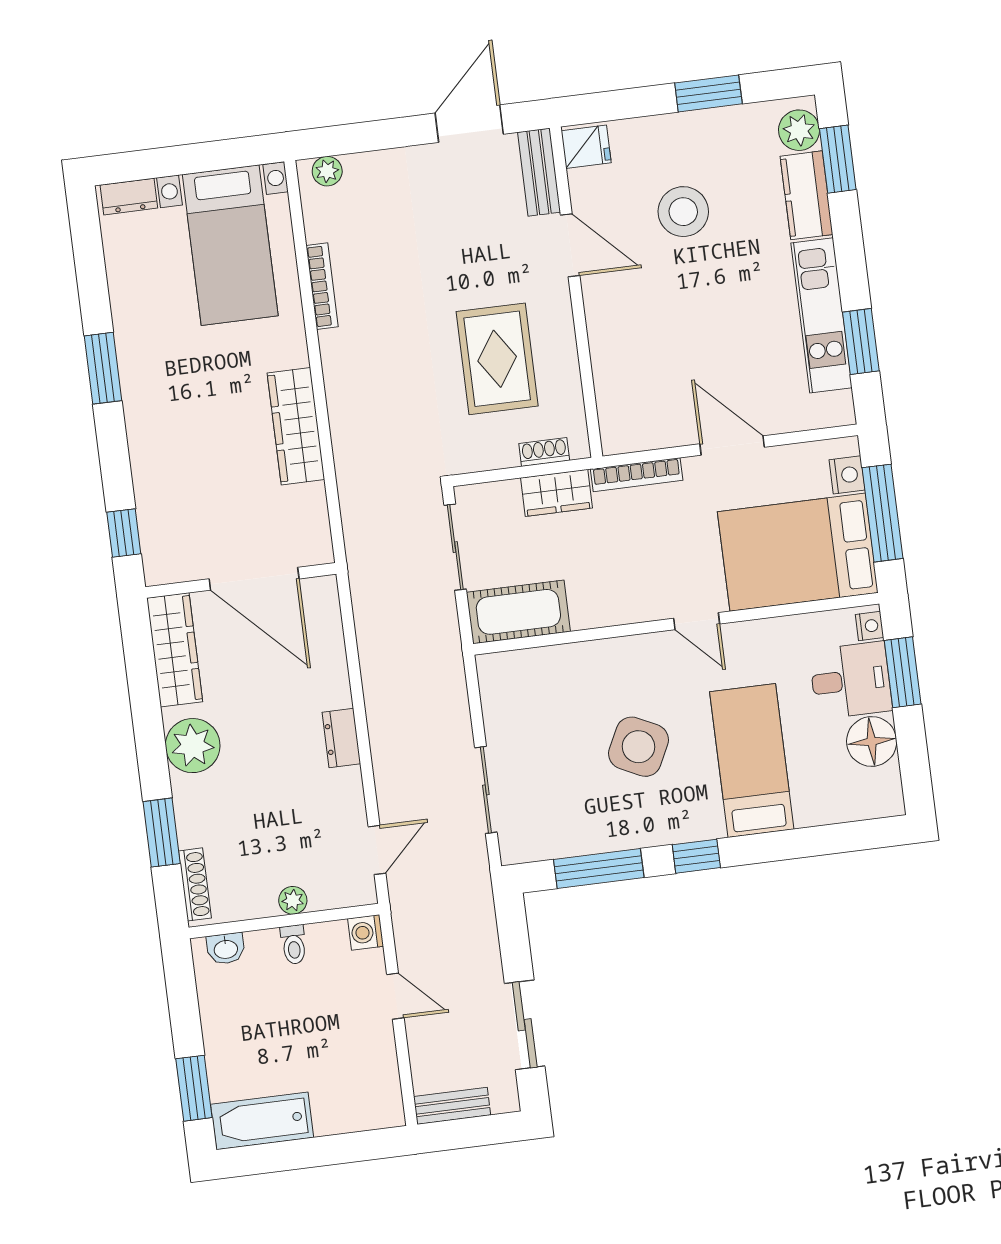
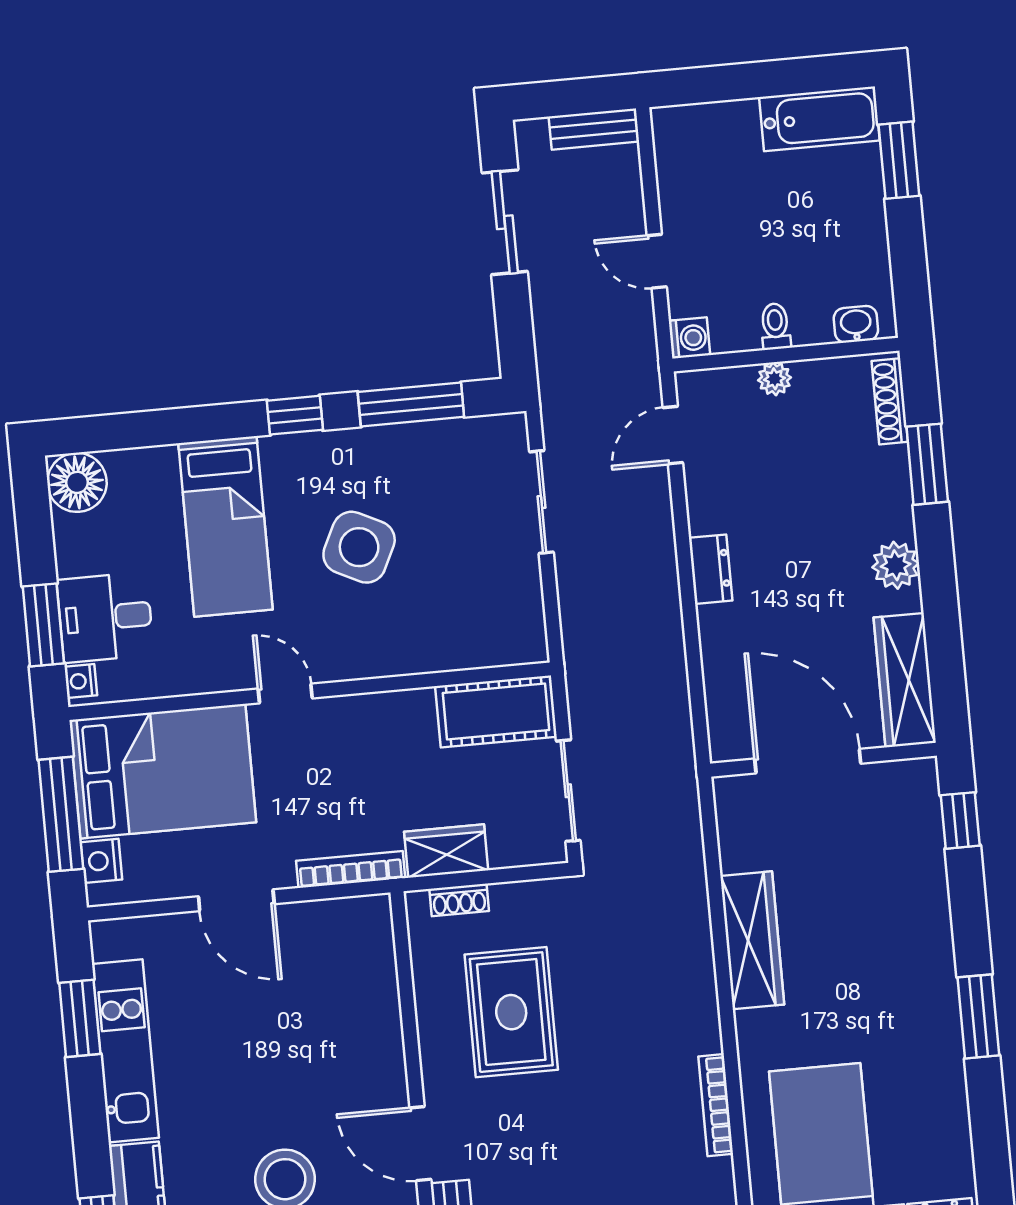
floor lamp: (872, 741) -> (77, 482), moved
plant: (193, 746) -> (896, 565), width x0.73, depth x0.73

